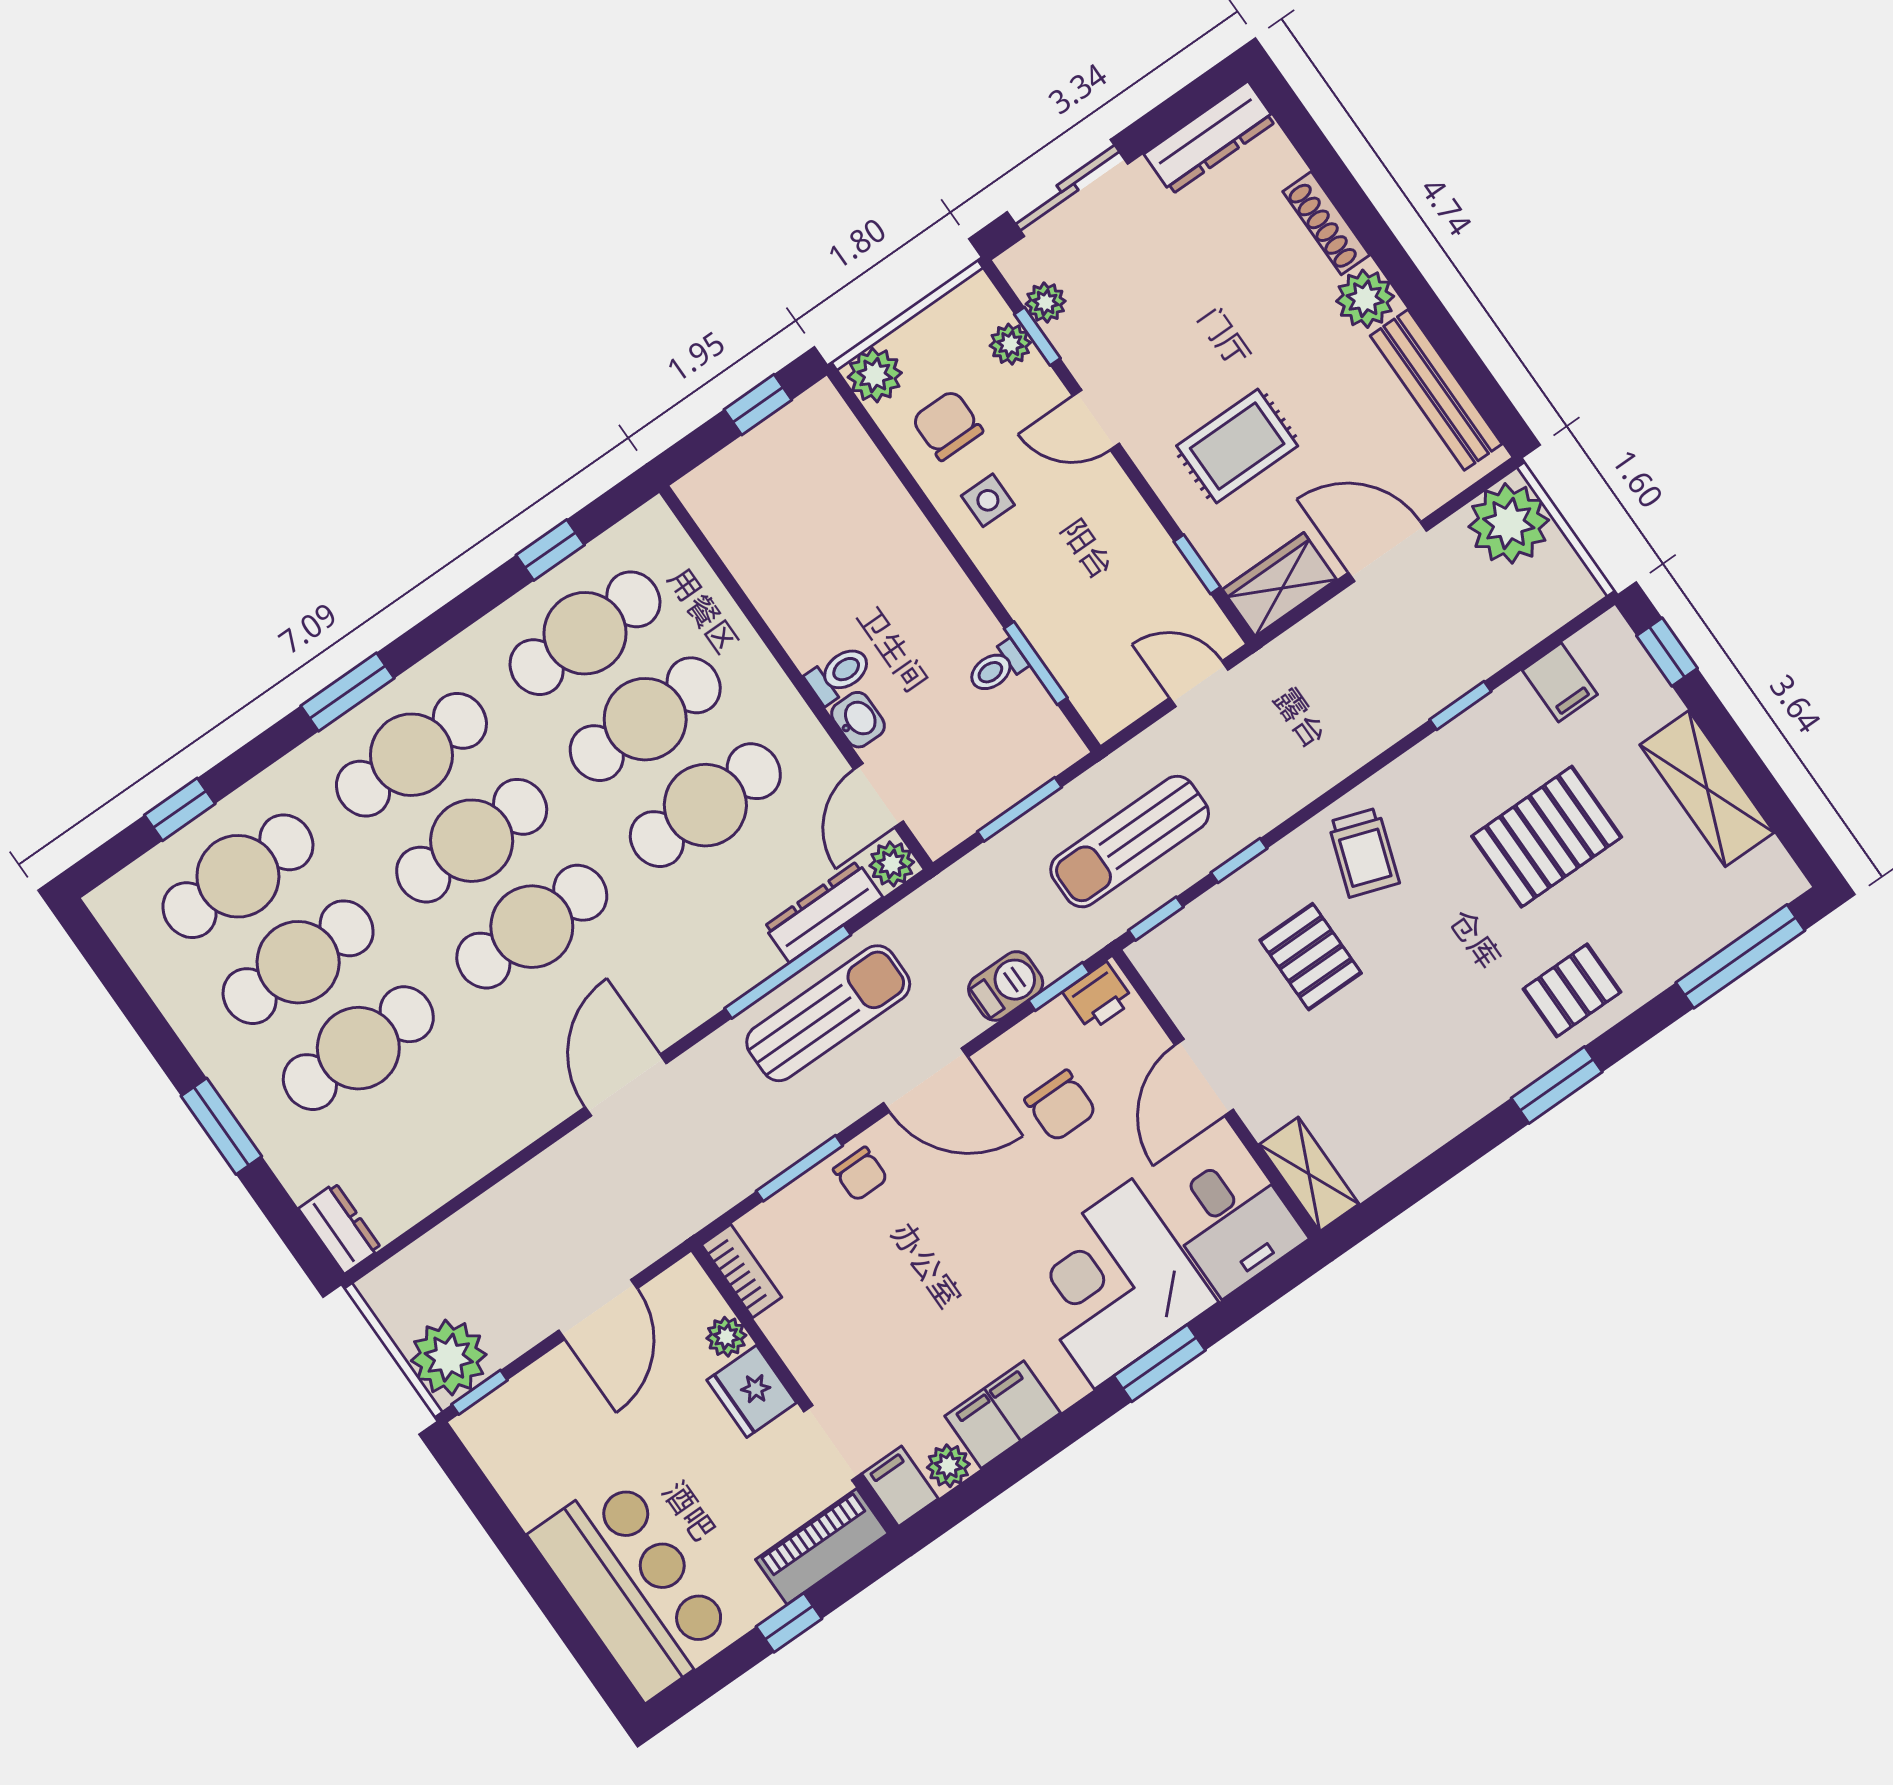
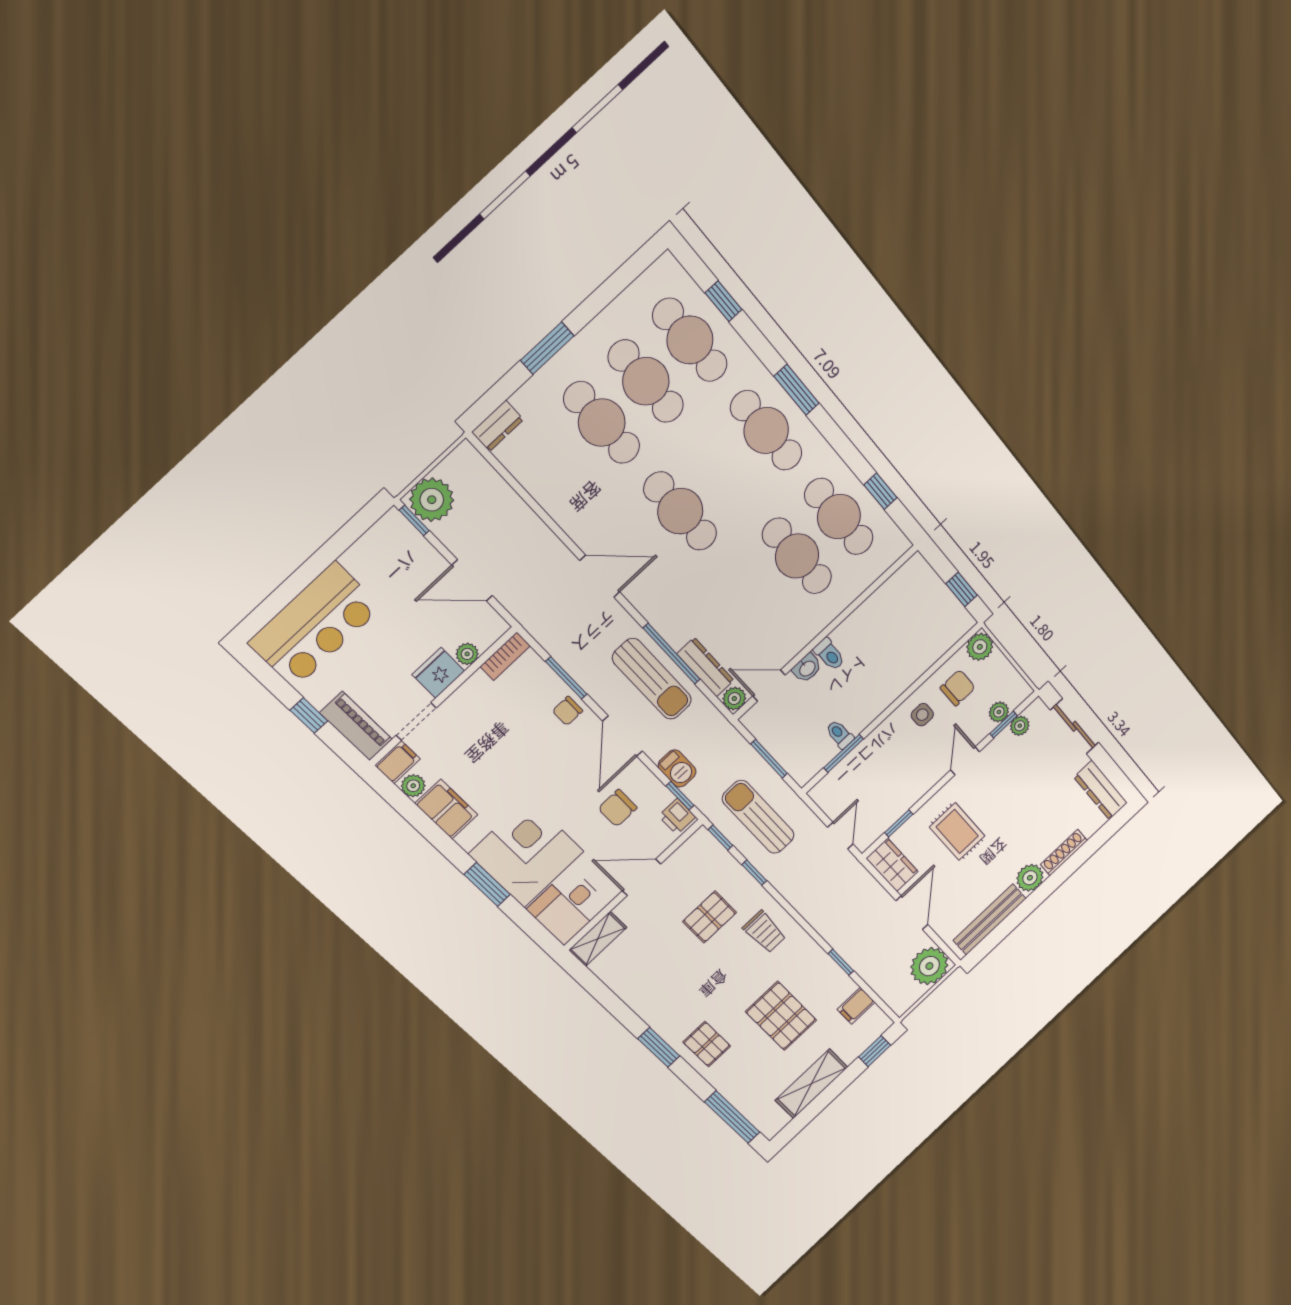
cafe table: (705, 805) -> (755, 595), removed
cafe table: (472, 841) -> (723, 471), removed
trolley: (1364, 852) -> (764, 932), turned -109

